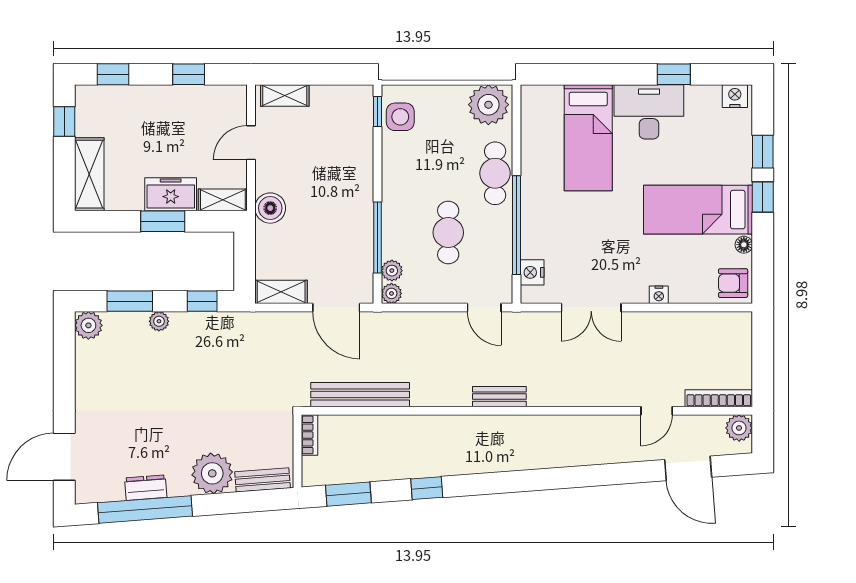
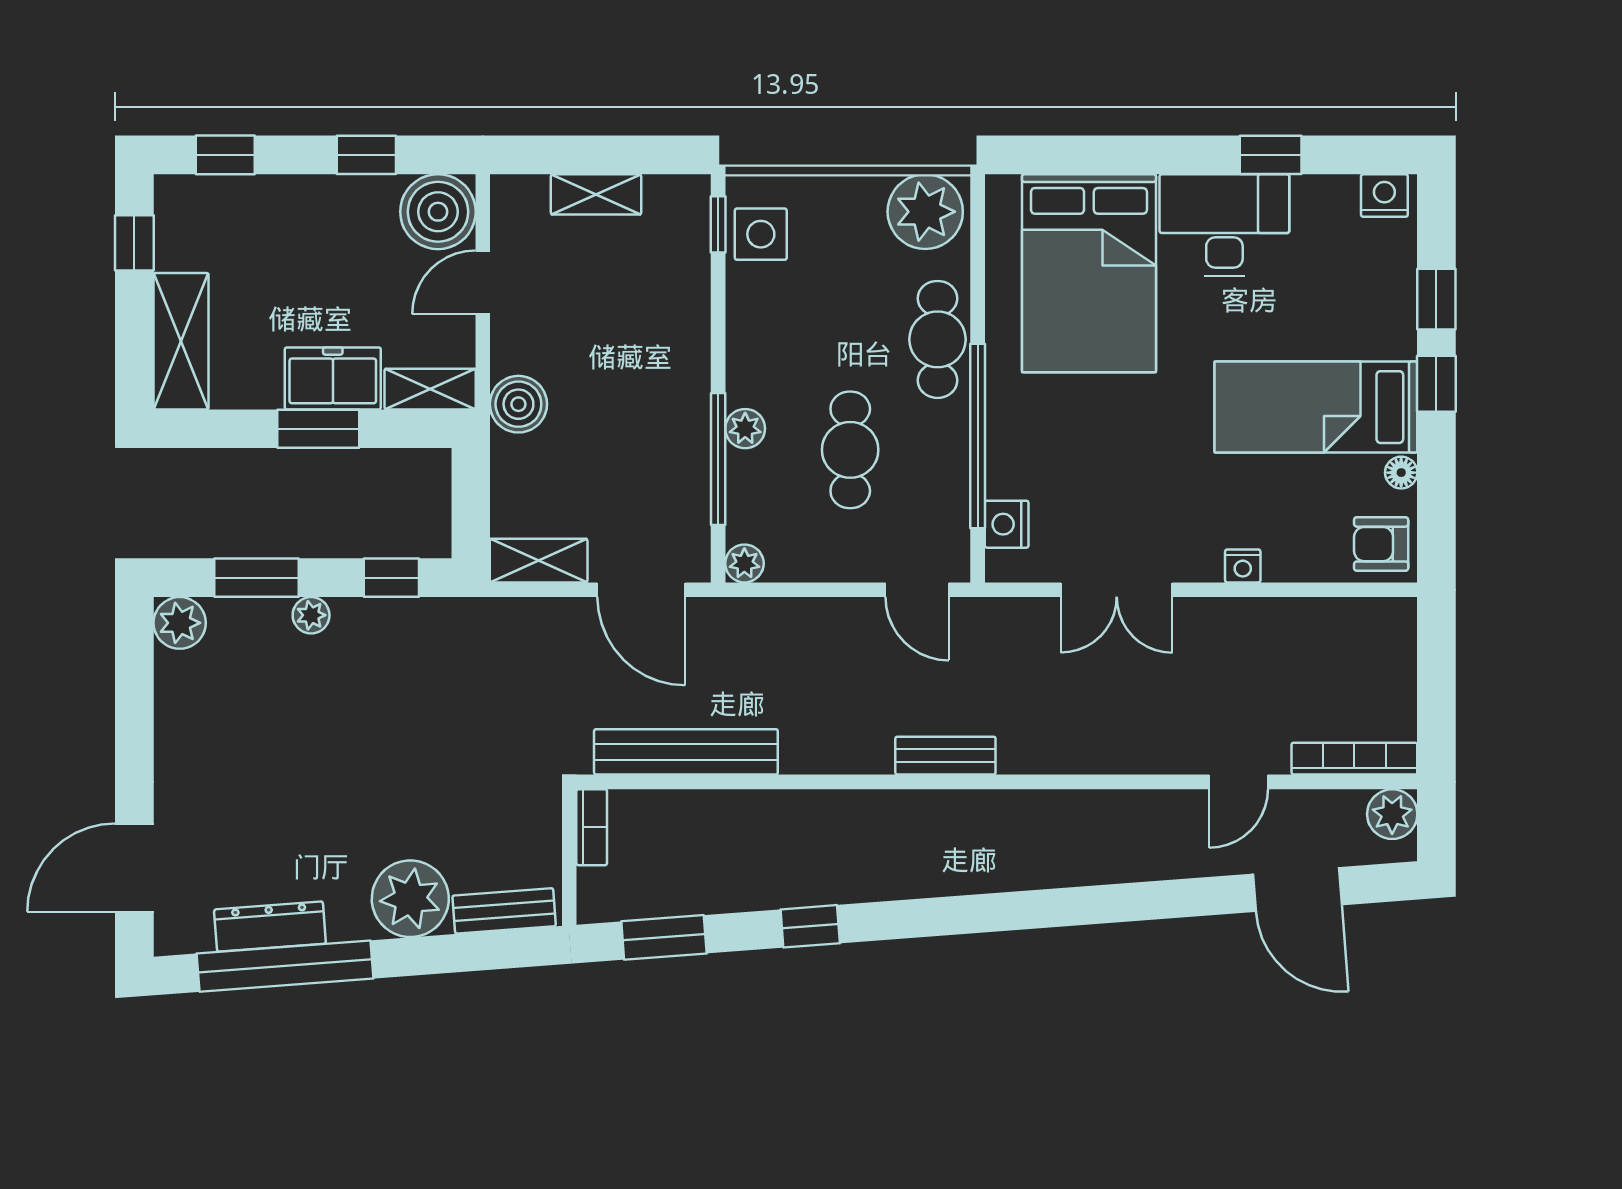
shelving: (285, 95) -> (596, 194), moved
boiler: (227, 105) -> (438, 212), added
bed: (588, 138) -> (1089, 273), width x1.50
plant: (392, 271) -> (745, 429), moved
dresser: (146, 488) -> (270, 927), width x1.44

